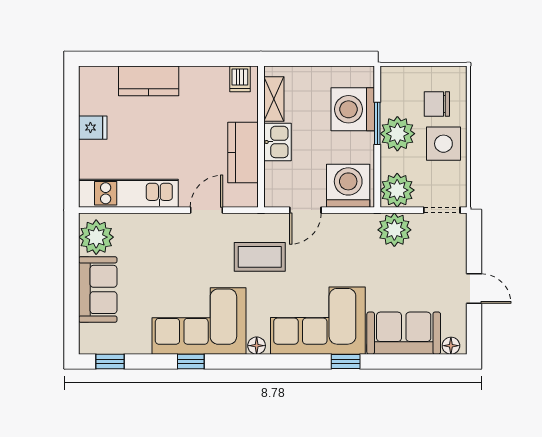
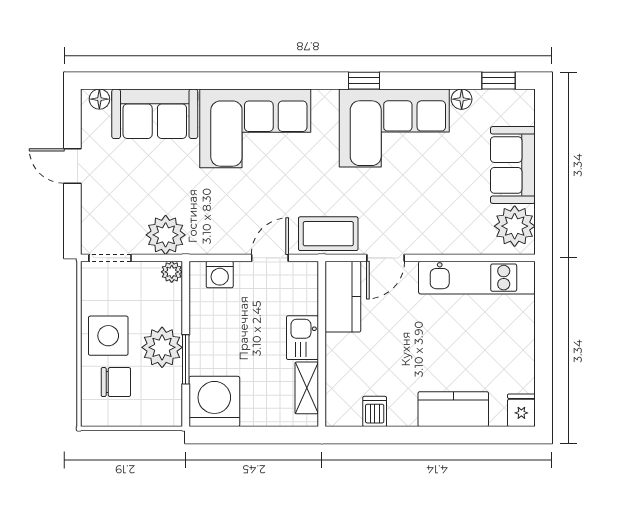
dishwasher: (240, 79) -> (375, 411), moved
washing machine: (353, 109) -> (214, 401), moved, turned -90
fridge: (93, 128) -> (521, 410), moved, turned 90
kitchen counter: (243, 152) -> (343, 297), moved
washing machine: (348, 186) -> (220, 275), width x0.53, depth x0.53
plant: (397, 190) -> (172, 272), width x0.53, depth x0.53
coffee table: (260, 257) -> (328, 234), moved
floor lamp: (257, 346) -> (462, 99), moved
window: (191, 362) -> (364, 81), moved
window: (346, 362) -> (223, 81), removed

